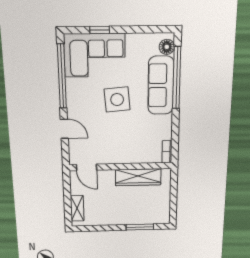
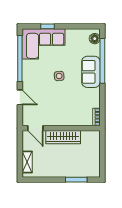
sofa: (161, 85) -> (91, 72), width x0.73
side table: (117, 100) -> (59, 76), width x0.54, depth x0.54
wardrobe: (138, 177) -> (63, 137), moved

